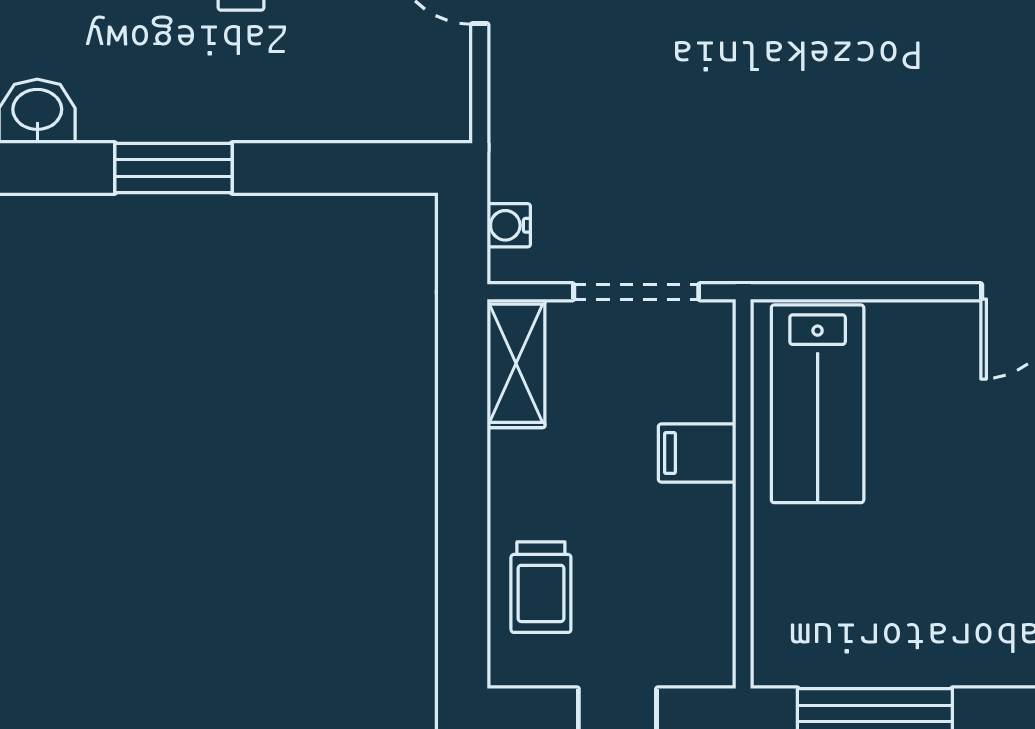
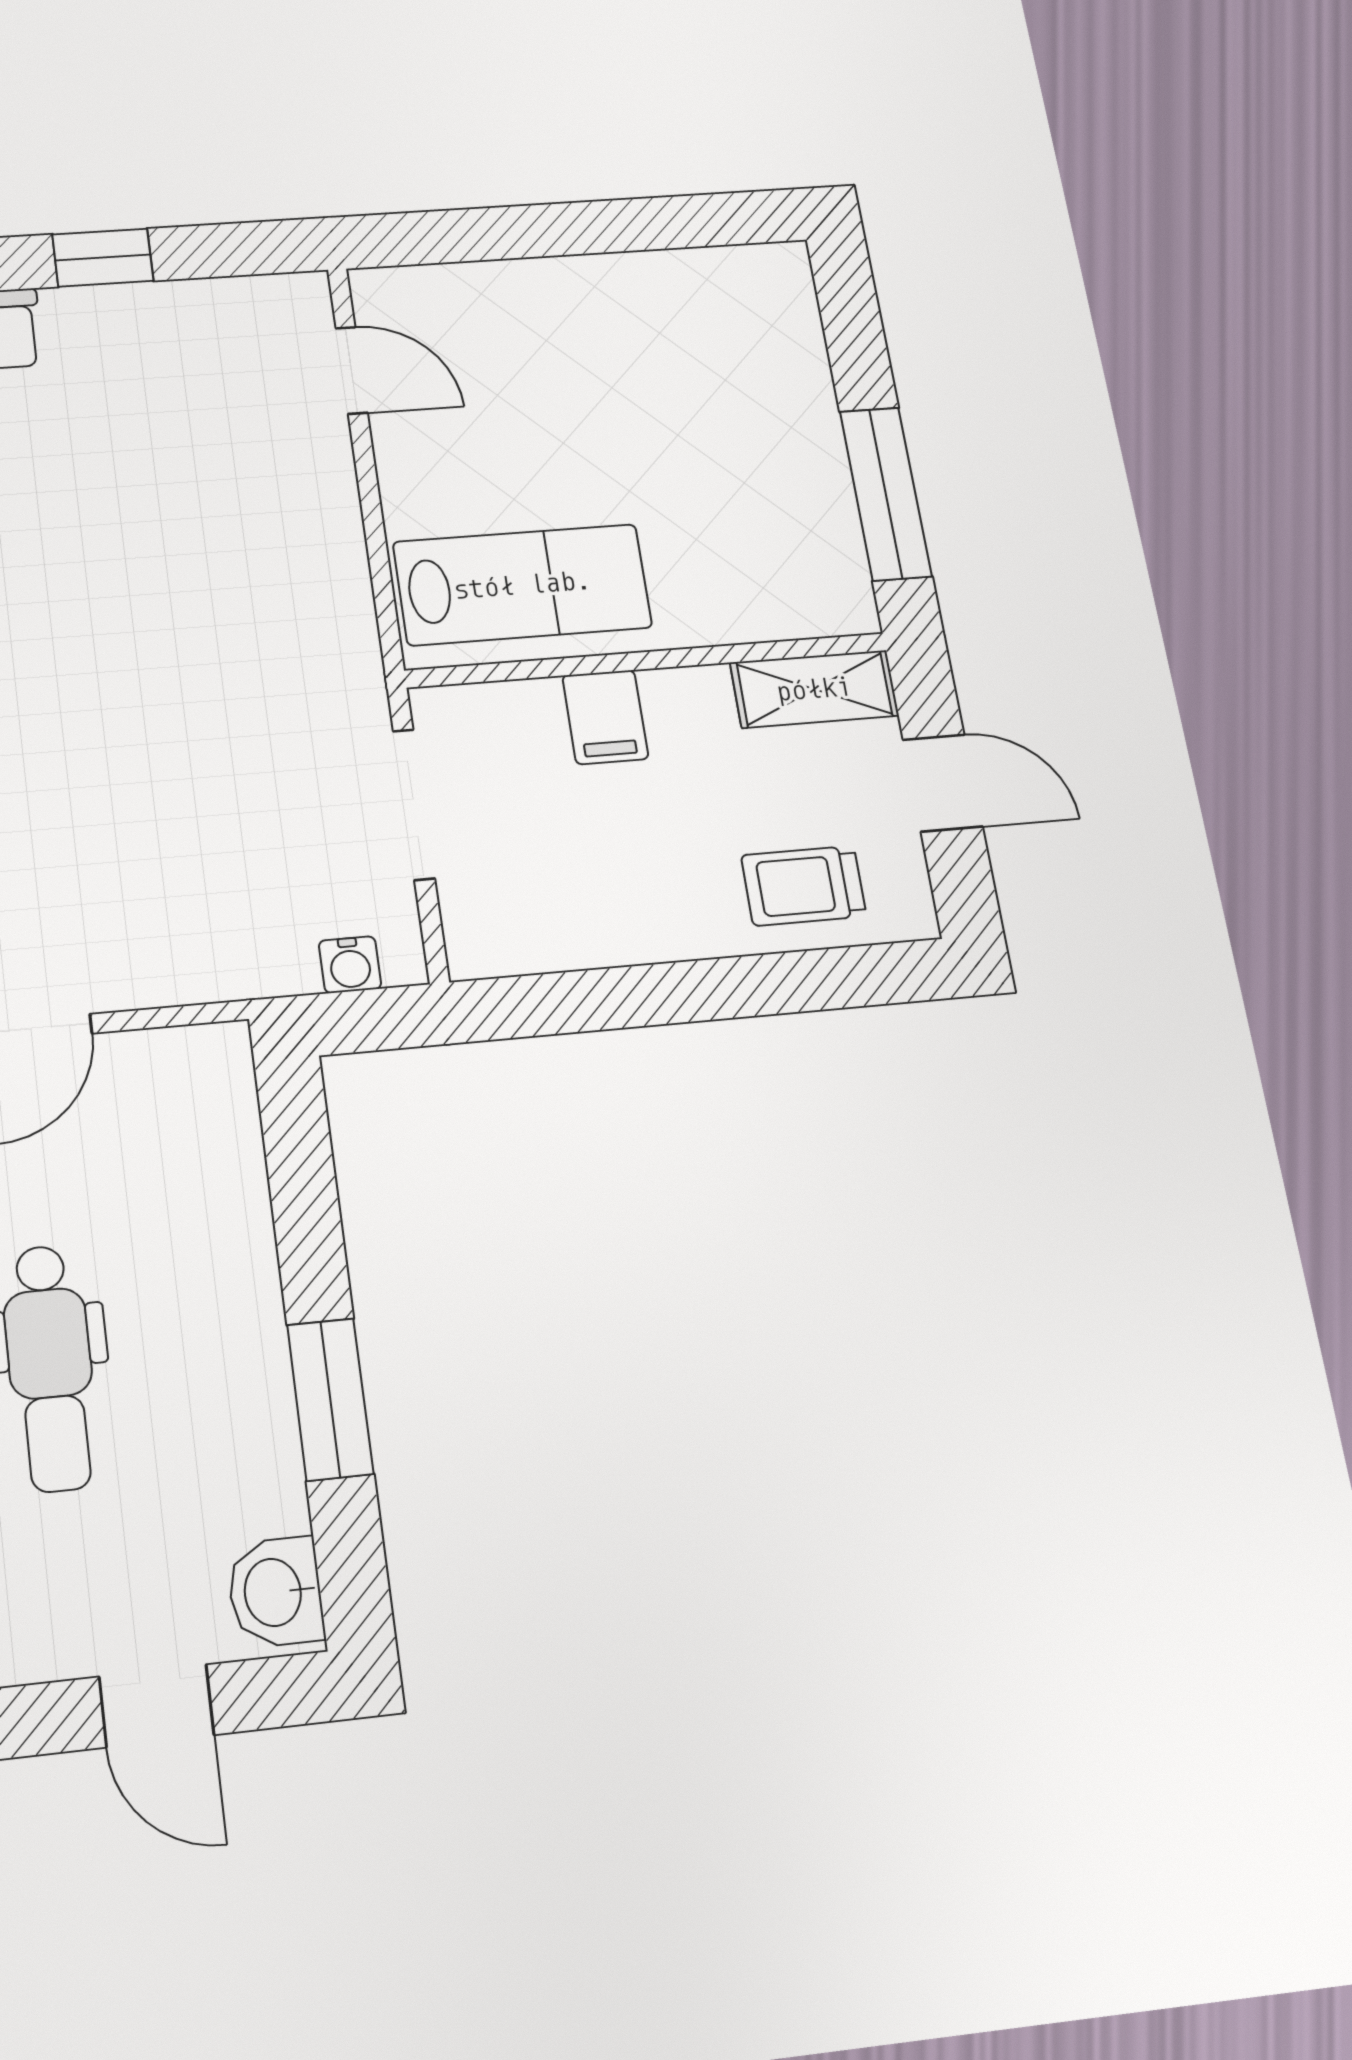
shelving: (516, 363) -> (814, 689), moved
trolley: (541, 587) -> (804, 886), turned 180

